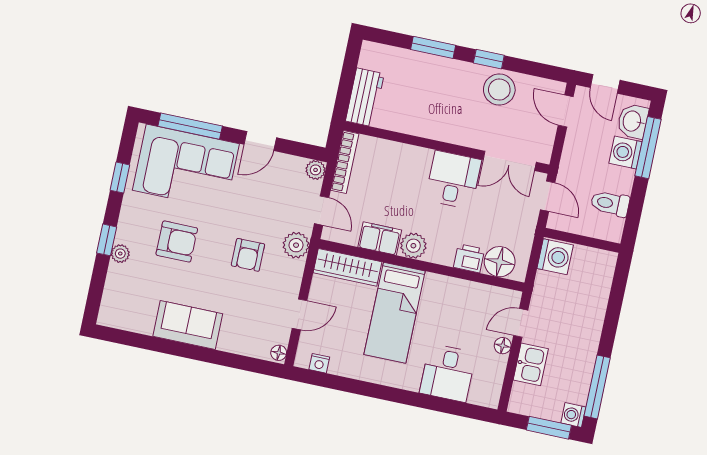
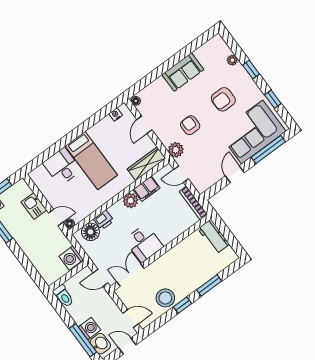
plant: (316, 170) -> (201, 187), removed
toilet: (610, 203) -> (63, 296), moved, turned 90
plant: (120, 254) -> (232, 60), moved
bed: (395, 313) -> (91, 161), moved, turned 180
door: (521, 323) -> (56, 218), hinge flipped
floor lamp: (503, 346) -> (70, 224), moved

